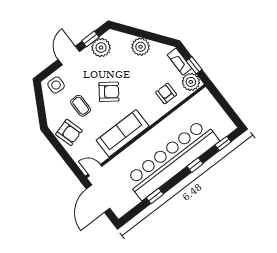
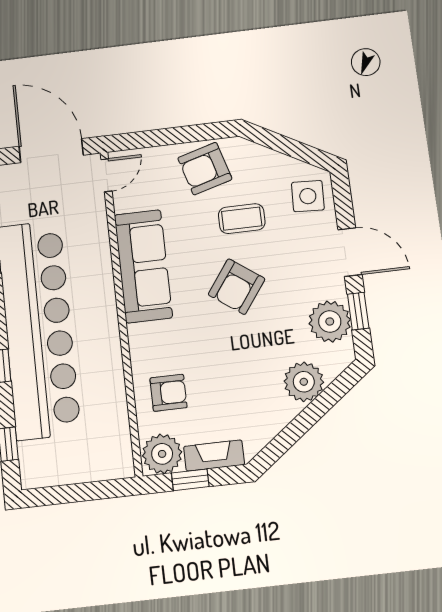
plant: (141, 47) -> (304, 382), moved

